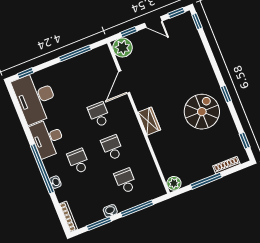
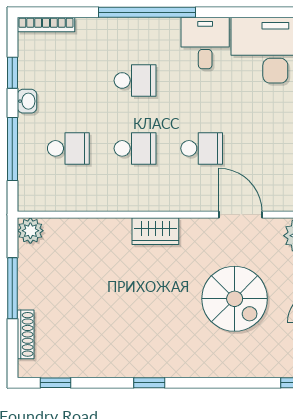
spiral stairs: (202, 112) -> (235, 299), moved
desk: (48, 138) -> (205, 43), width x0.73
washbasin: (55, 182) -> (115, 26), removed
window: (99, 224) -> (12, 73), width x0.67

